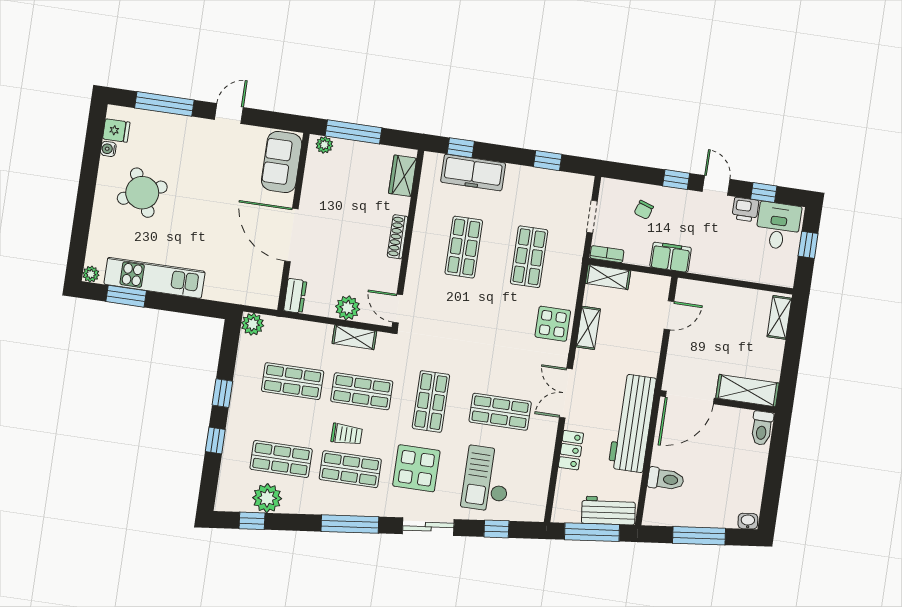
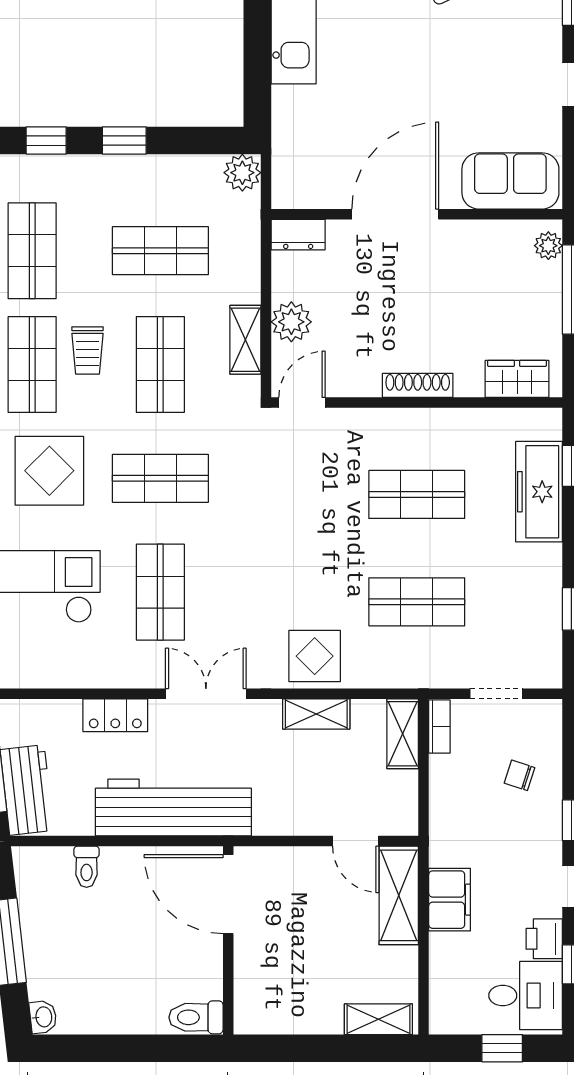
filing cabinet: (671, 257) -> (450, 900), moved
shop shelf: (293, 381) -> (160, 251), turned 90
shelving: (747, 391) -> (399, 895), moved
toilet: (666, 479) -> (87, 867), width x0.73, depth x0.72

